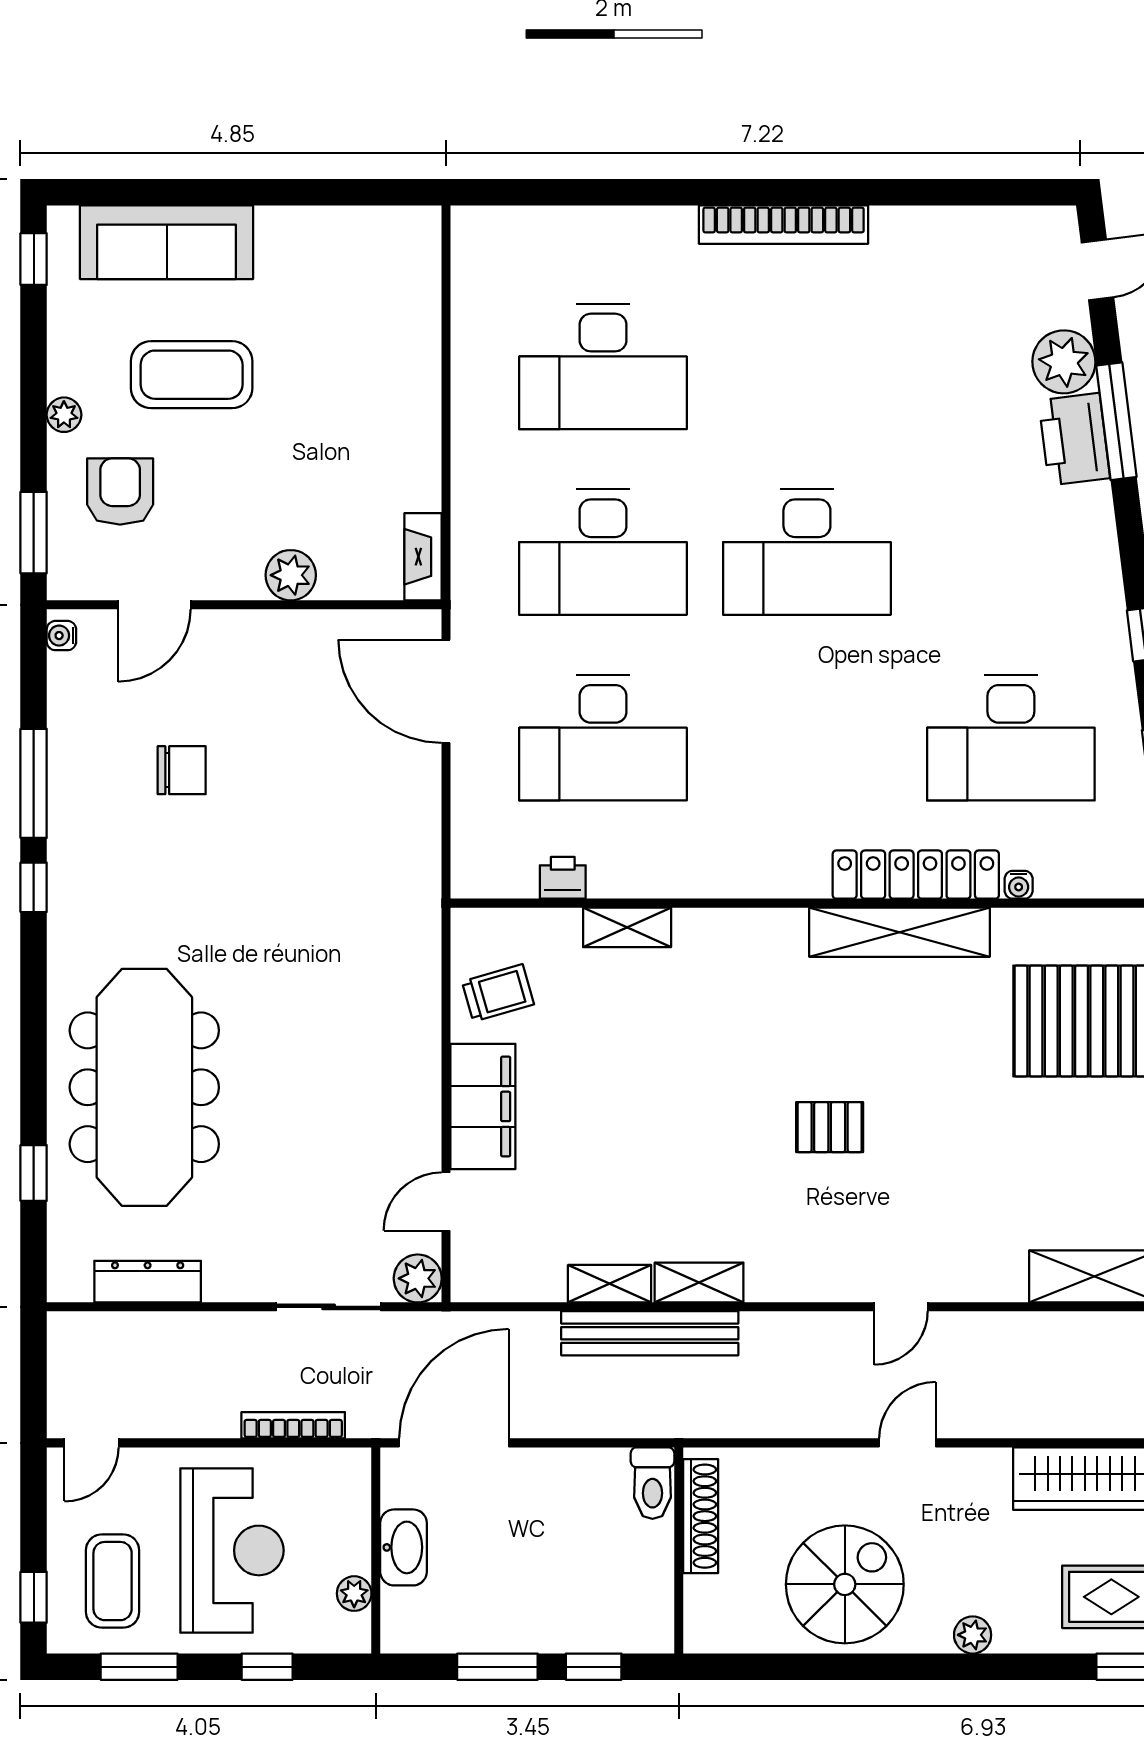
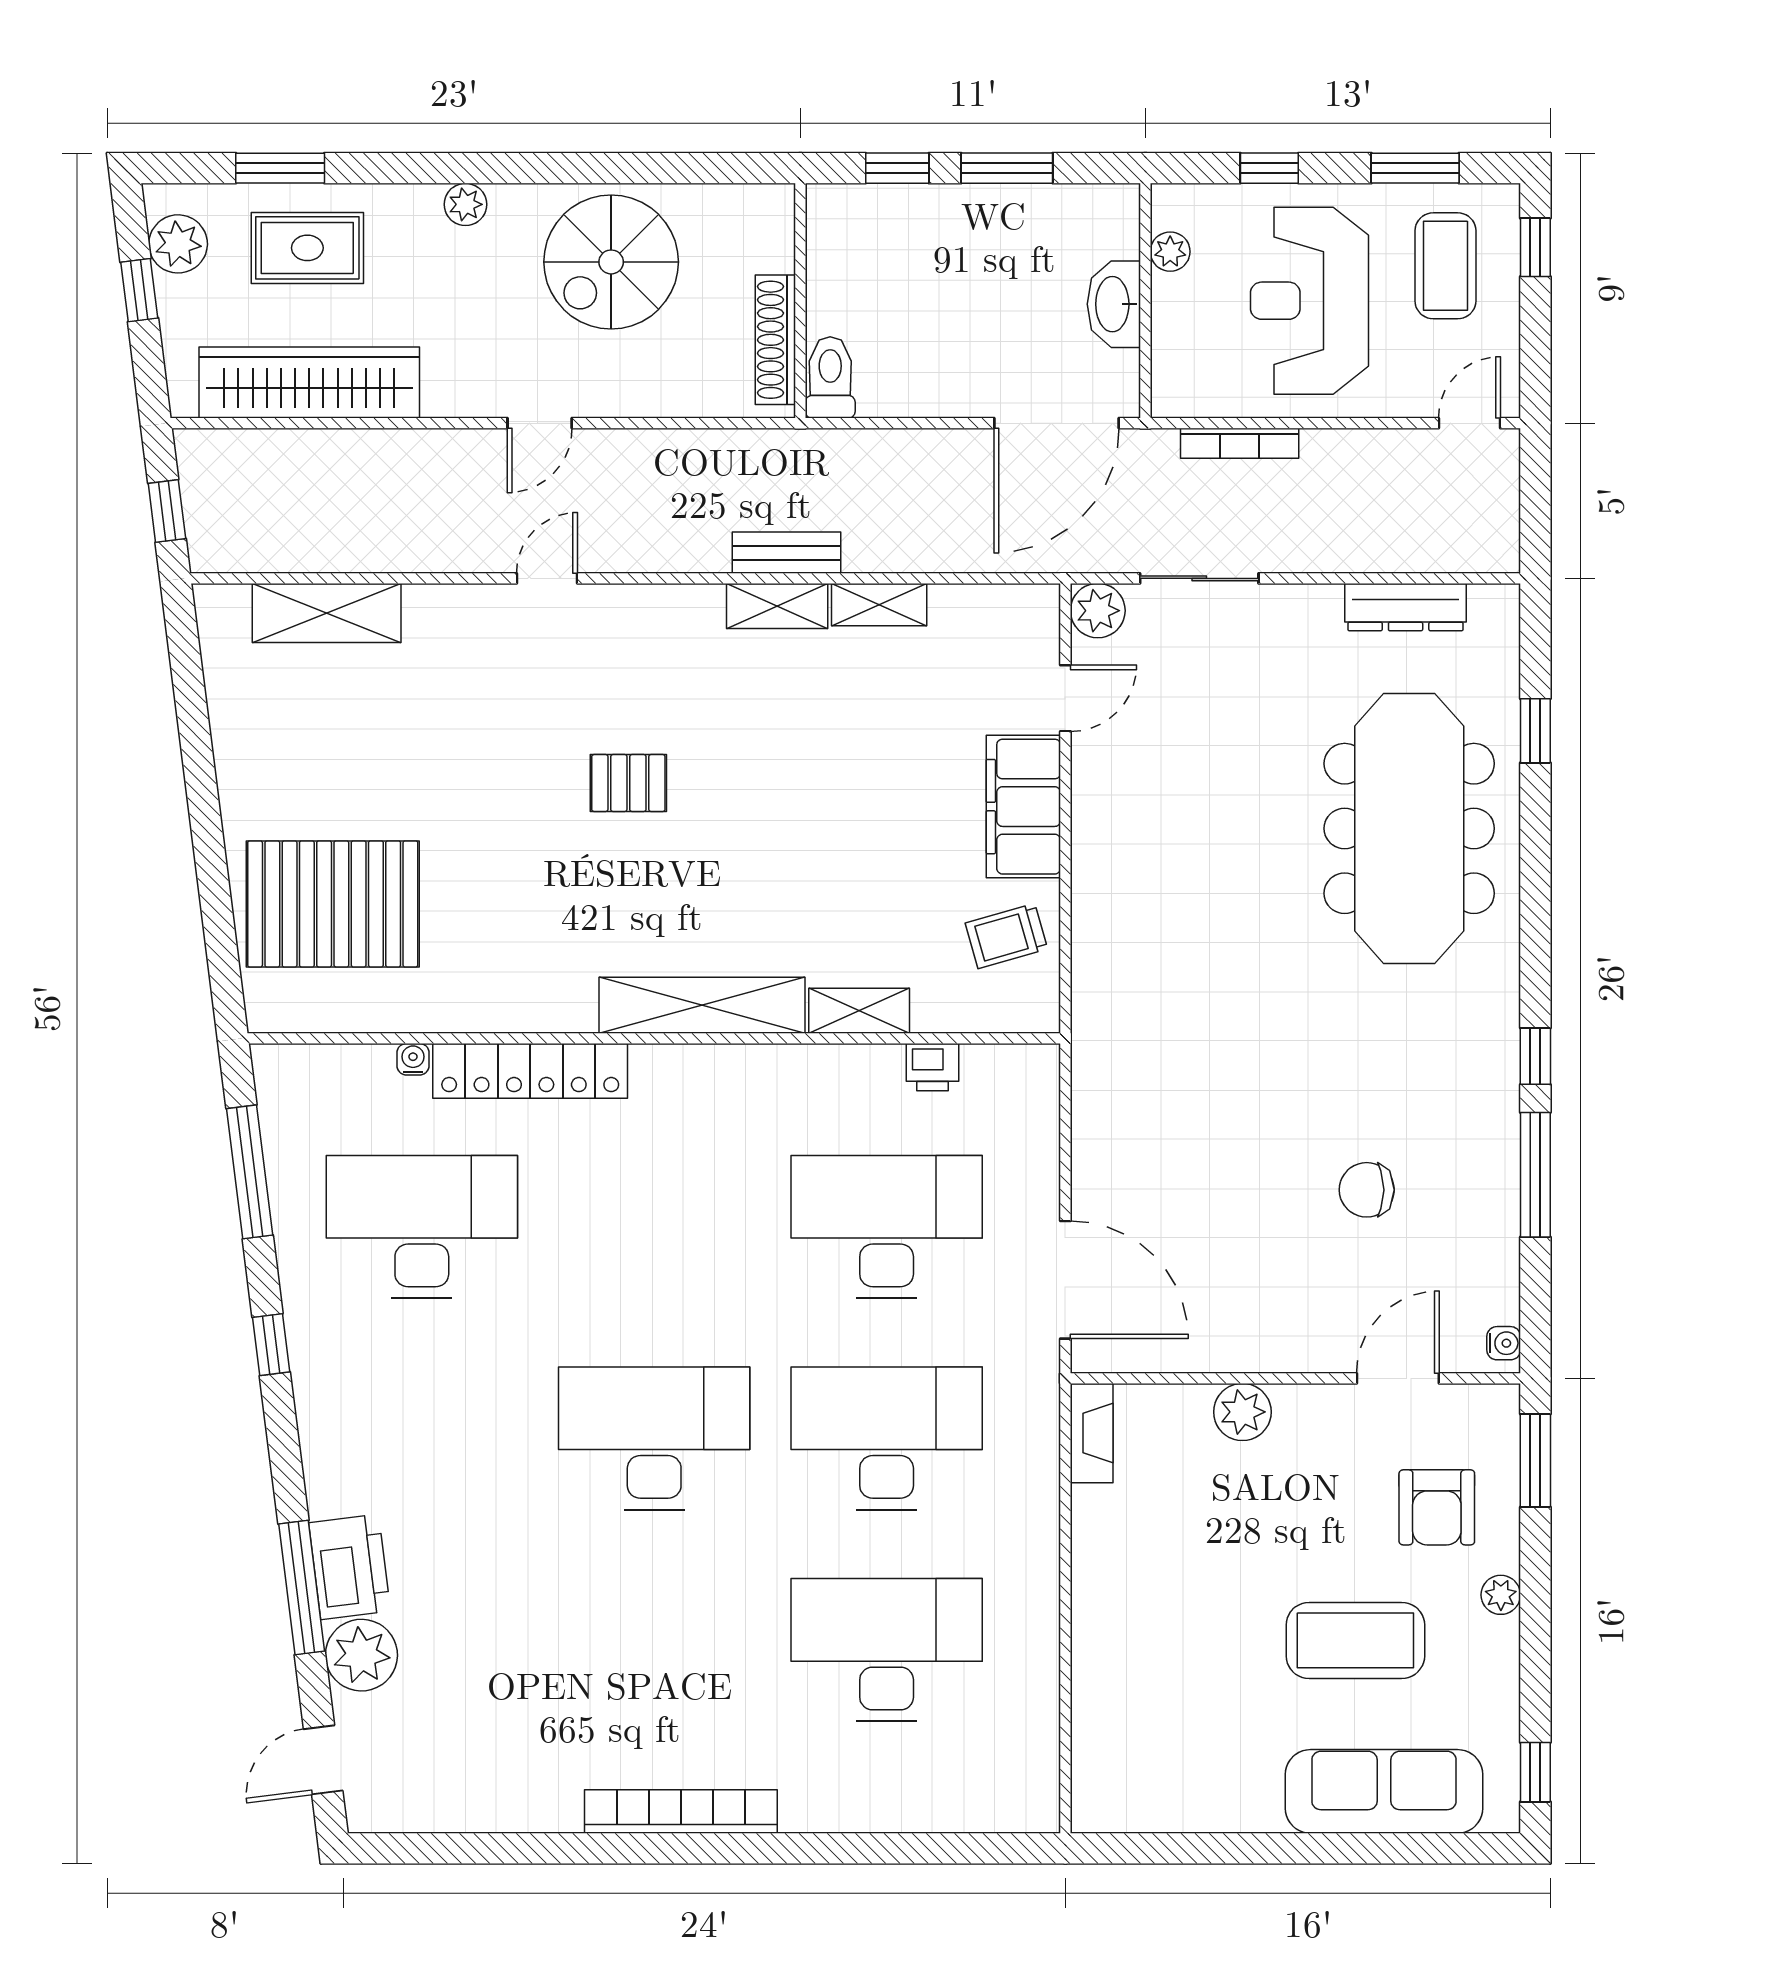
shelving: (899, 932) -> (702, 1005), moved
bench: (650, 1333) -> (787, 553), width x0.54, depth x0.82

